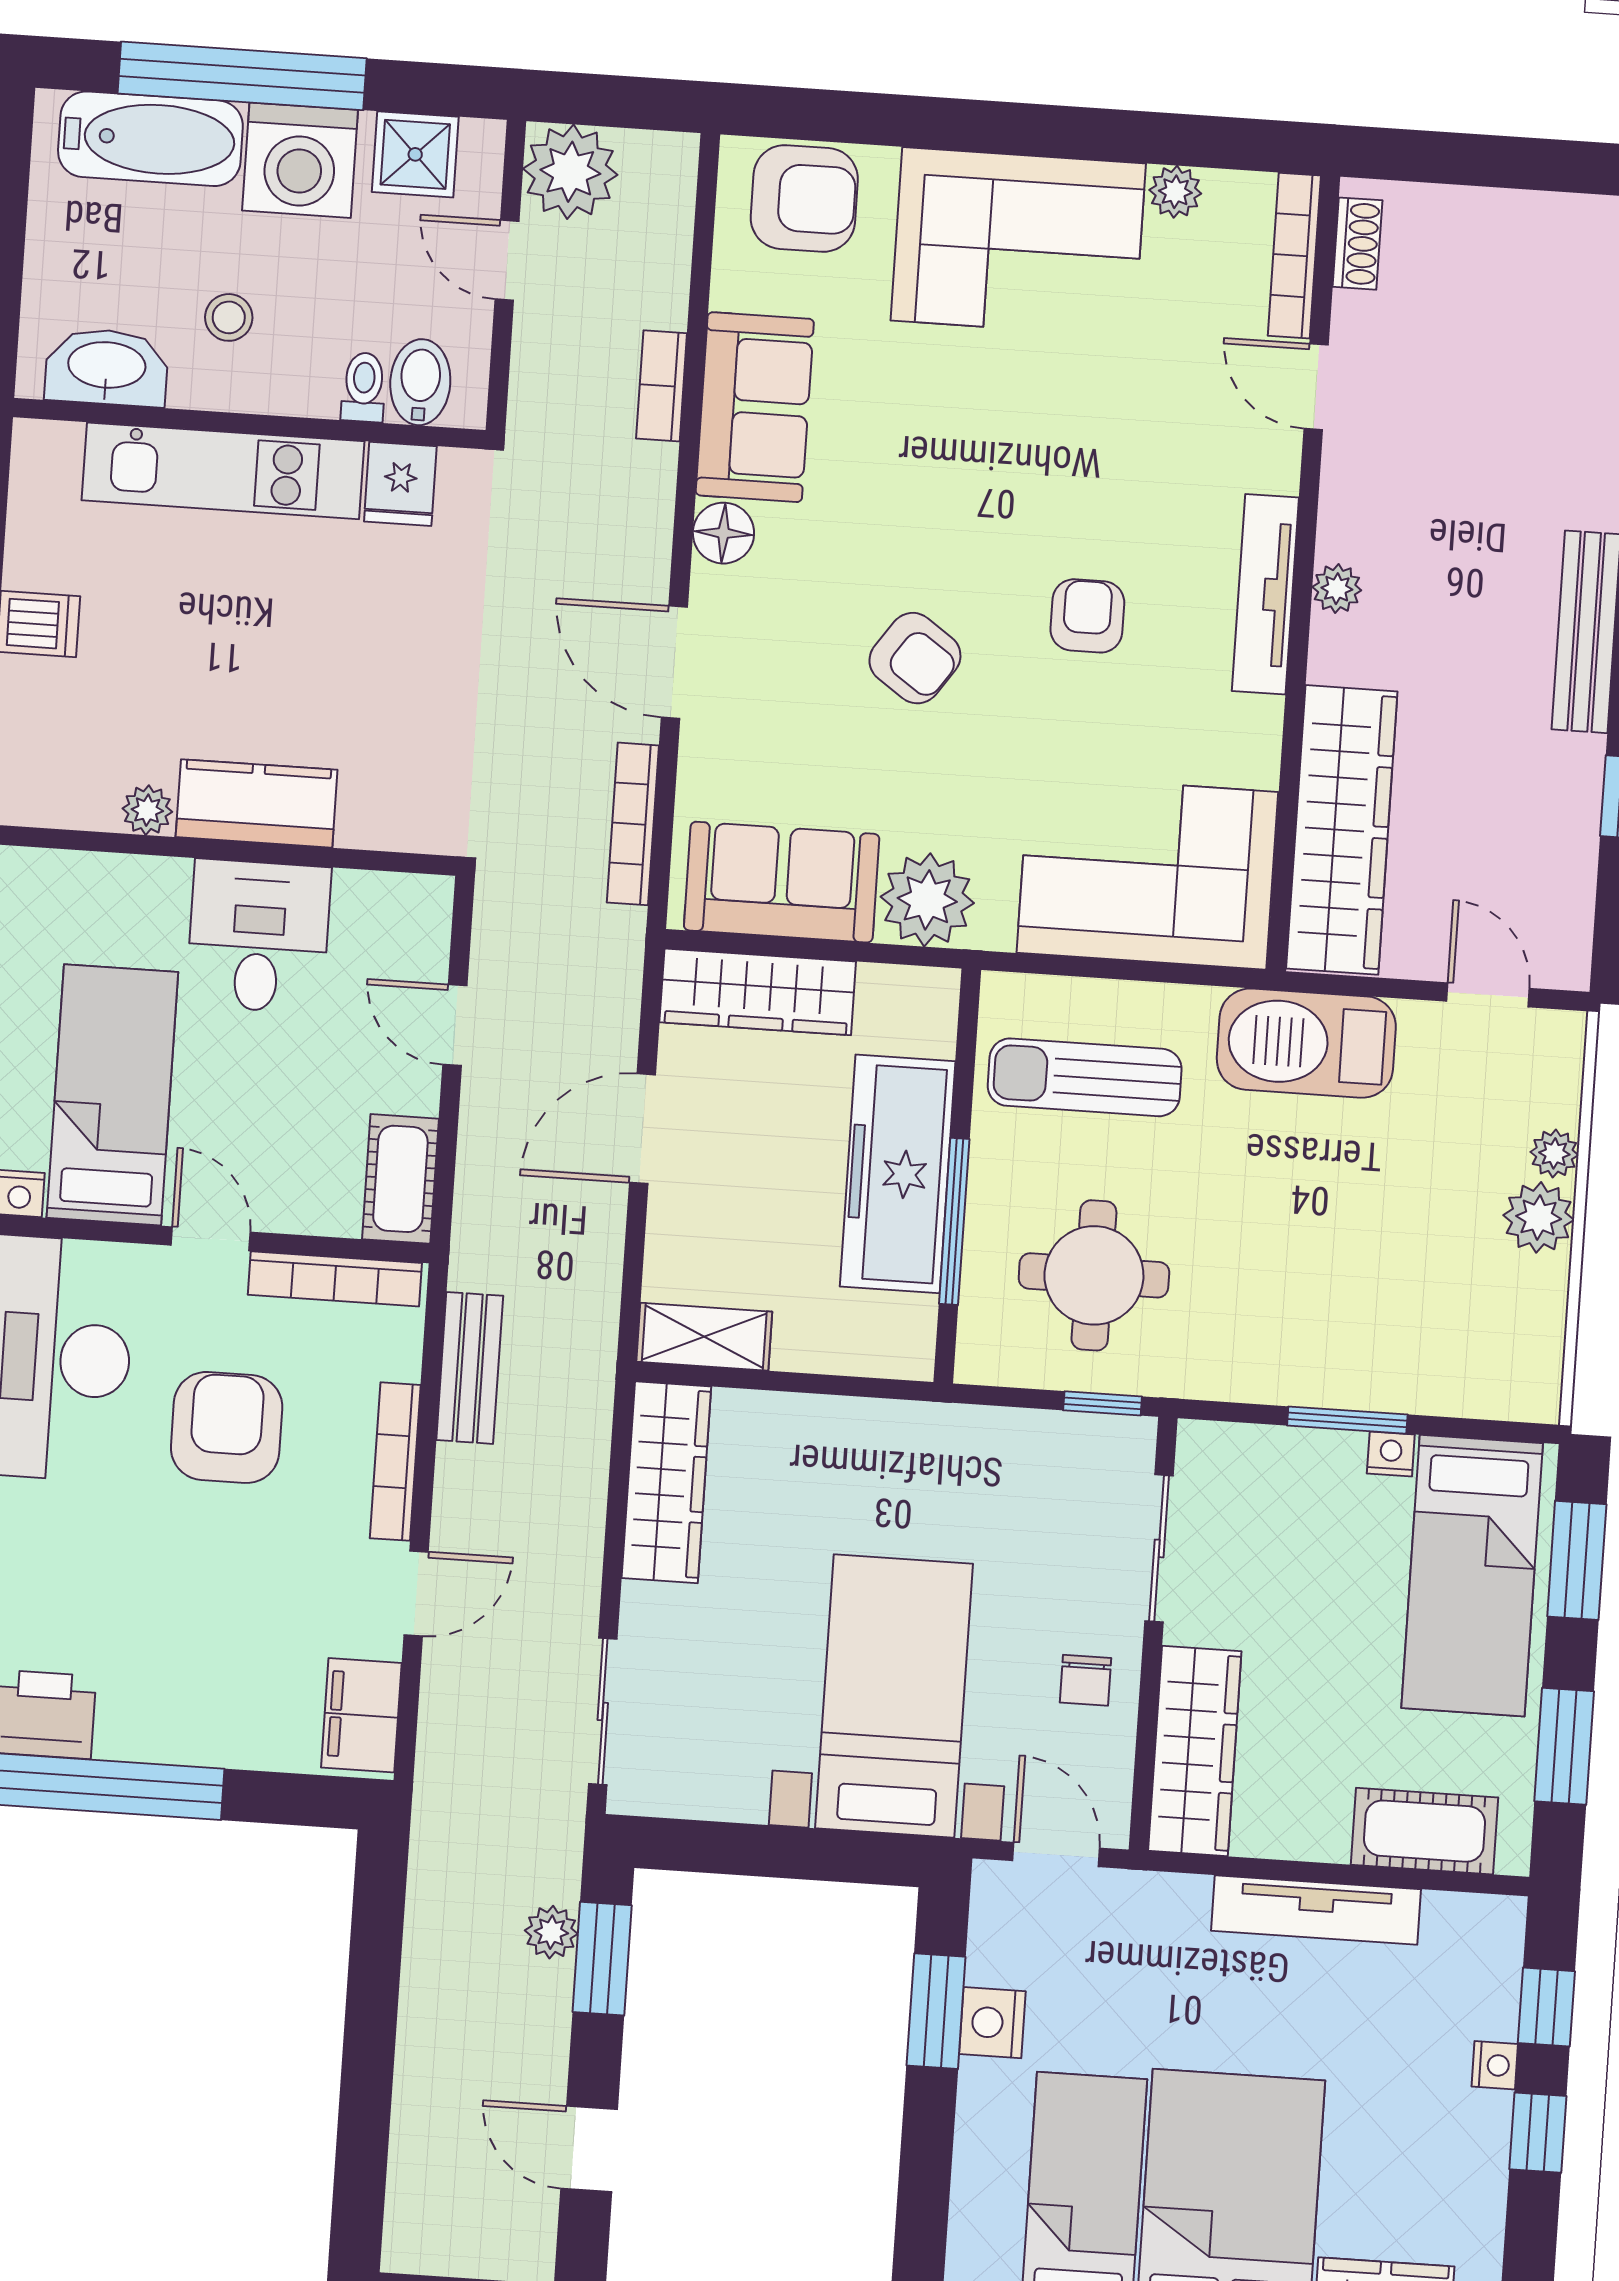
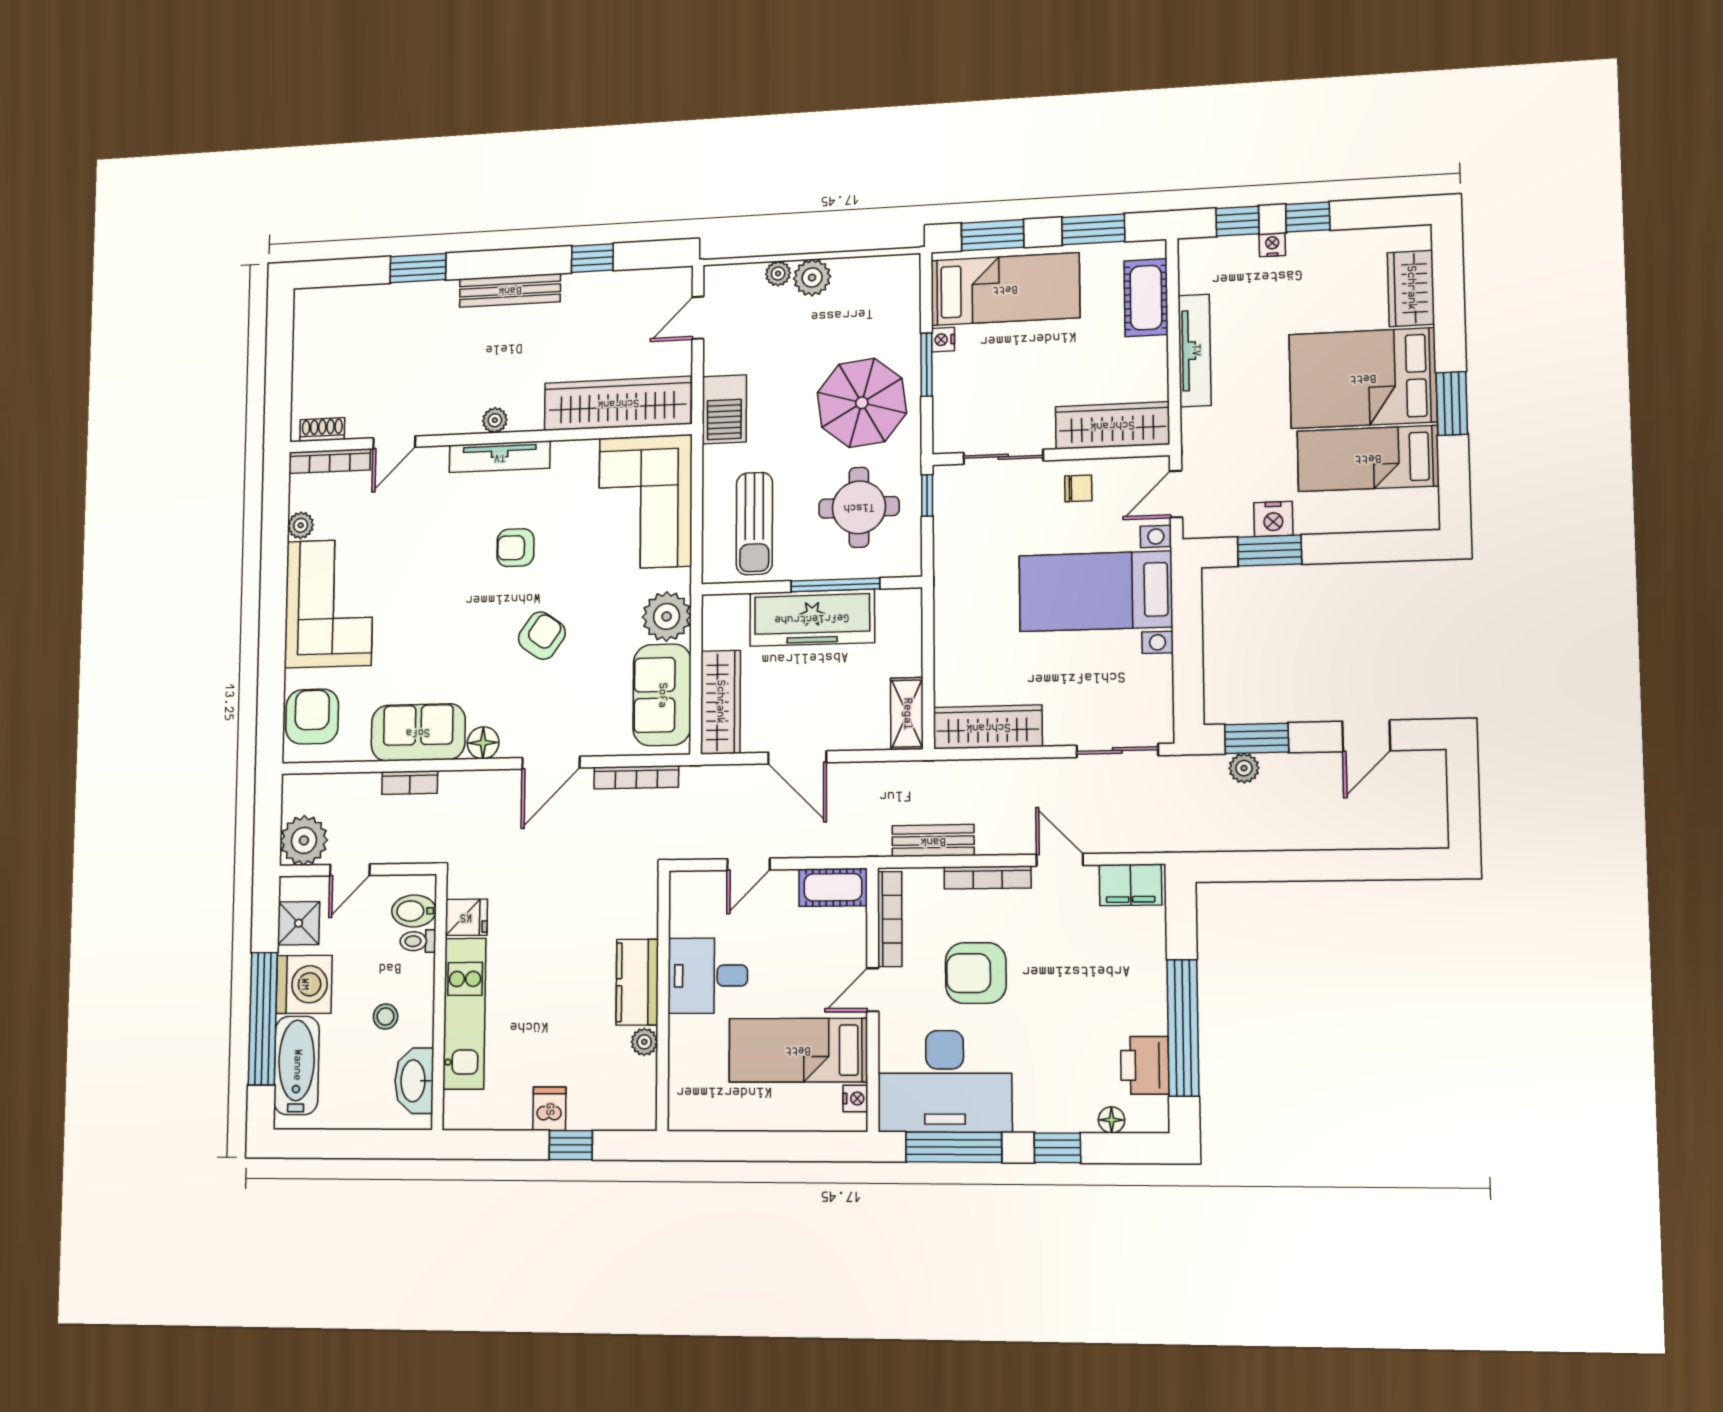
barbecue: (1306, 1043) -> (724, 409), width x0.73, depth x0.83
parasol: (1289, 1295) -> (862, 403), added

